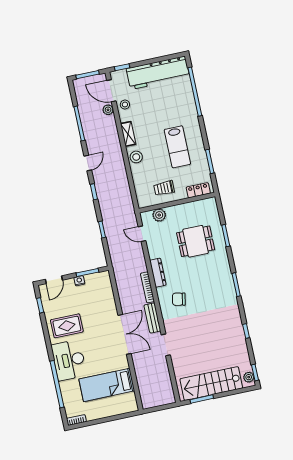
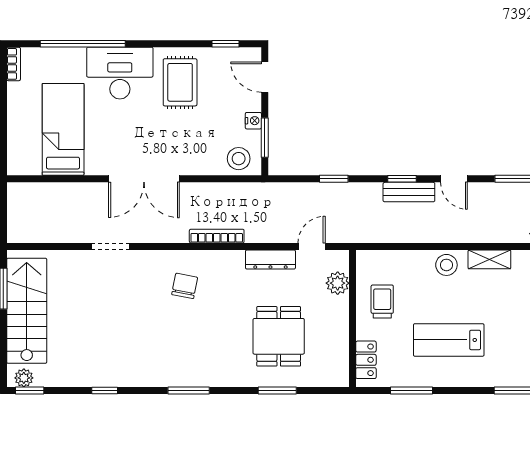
dresser: (158, 273) -> (270, 259), moved
stool: (102, 284) -> (239, 159), added
bench: (152, 318) -> (409, 192), moved

